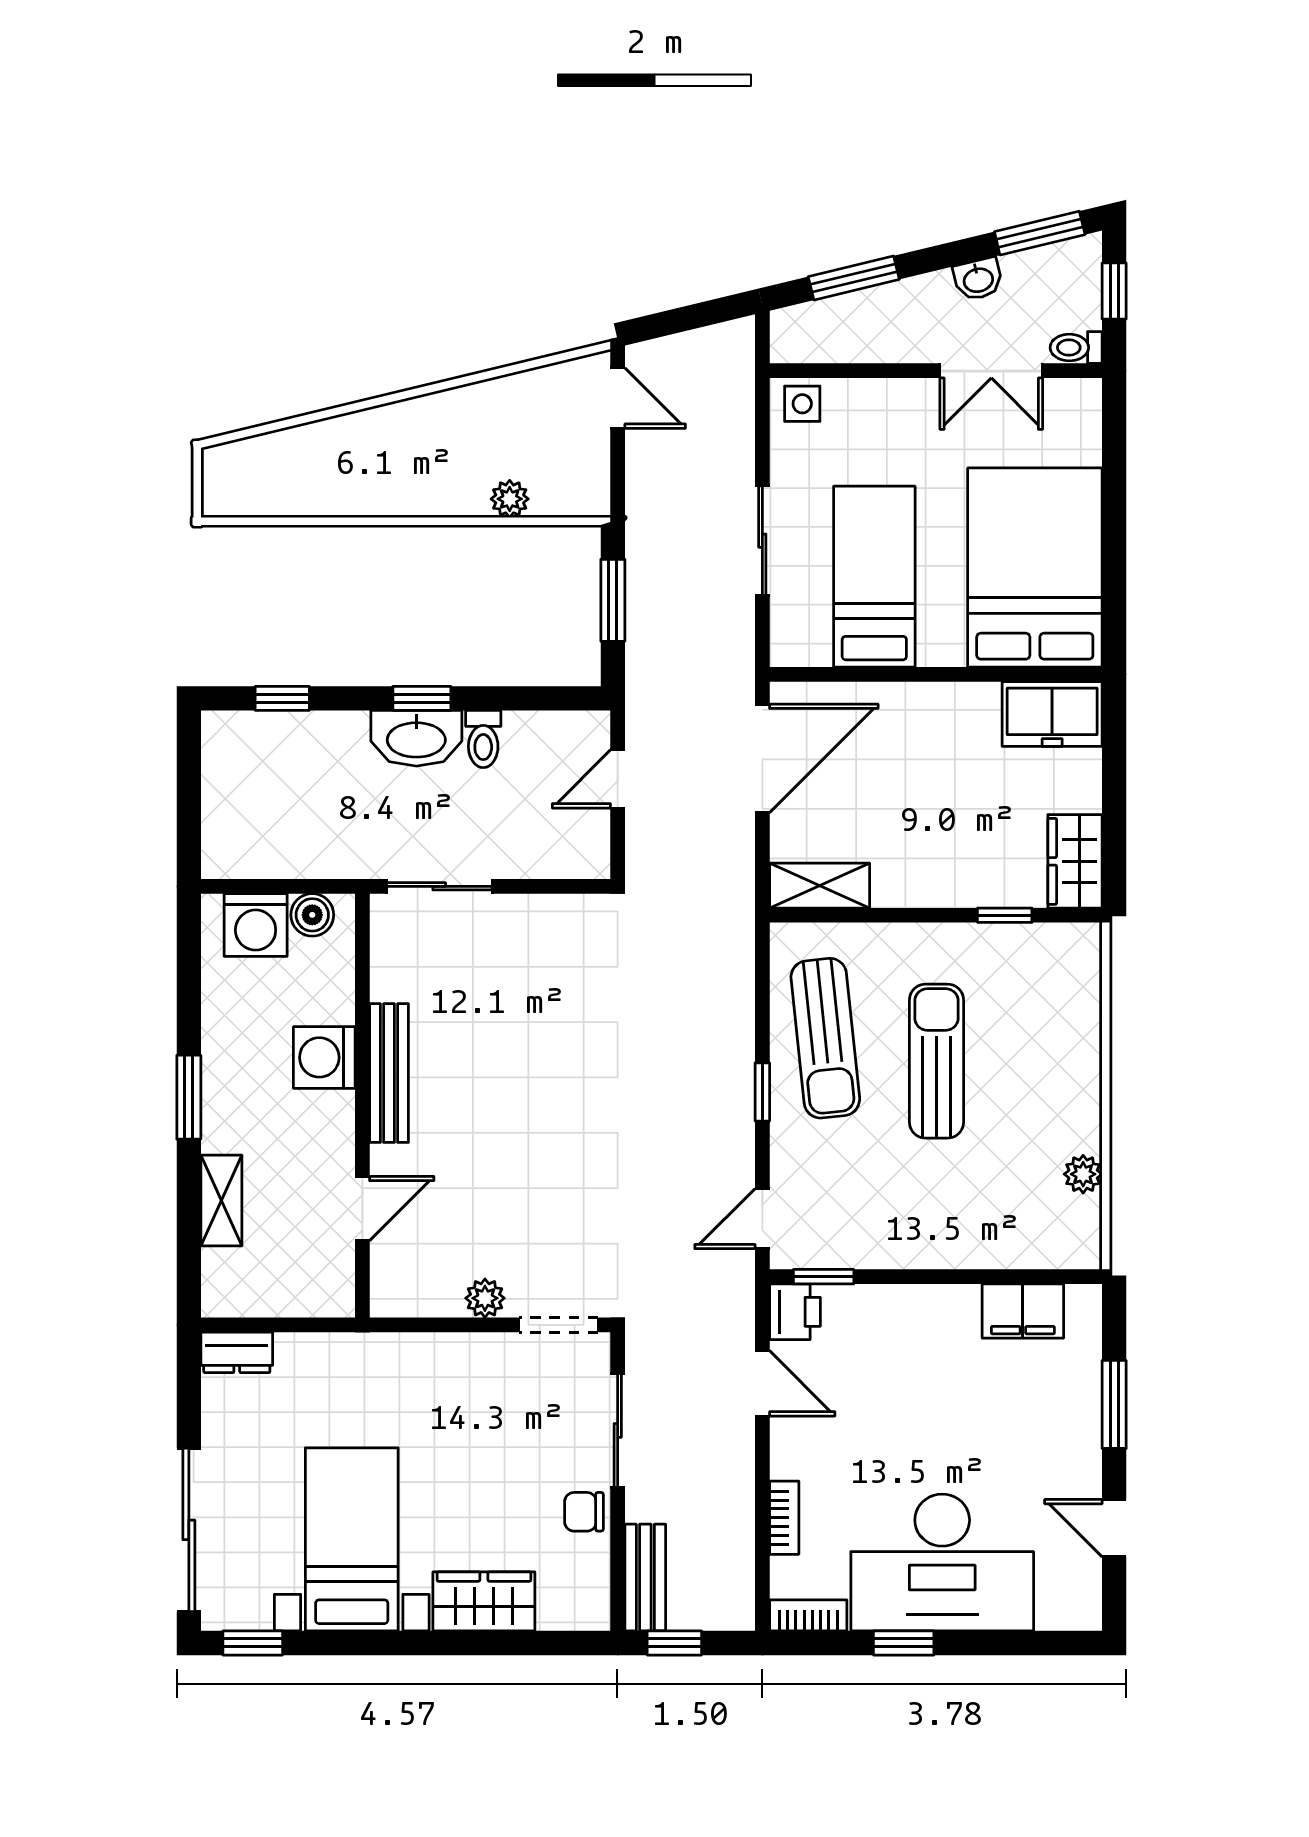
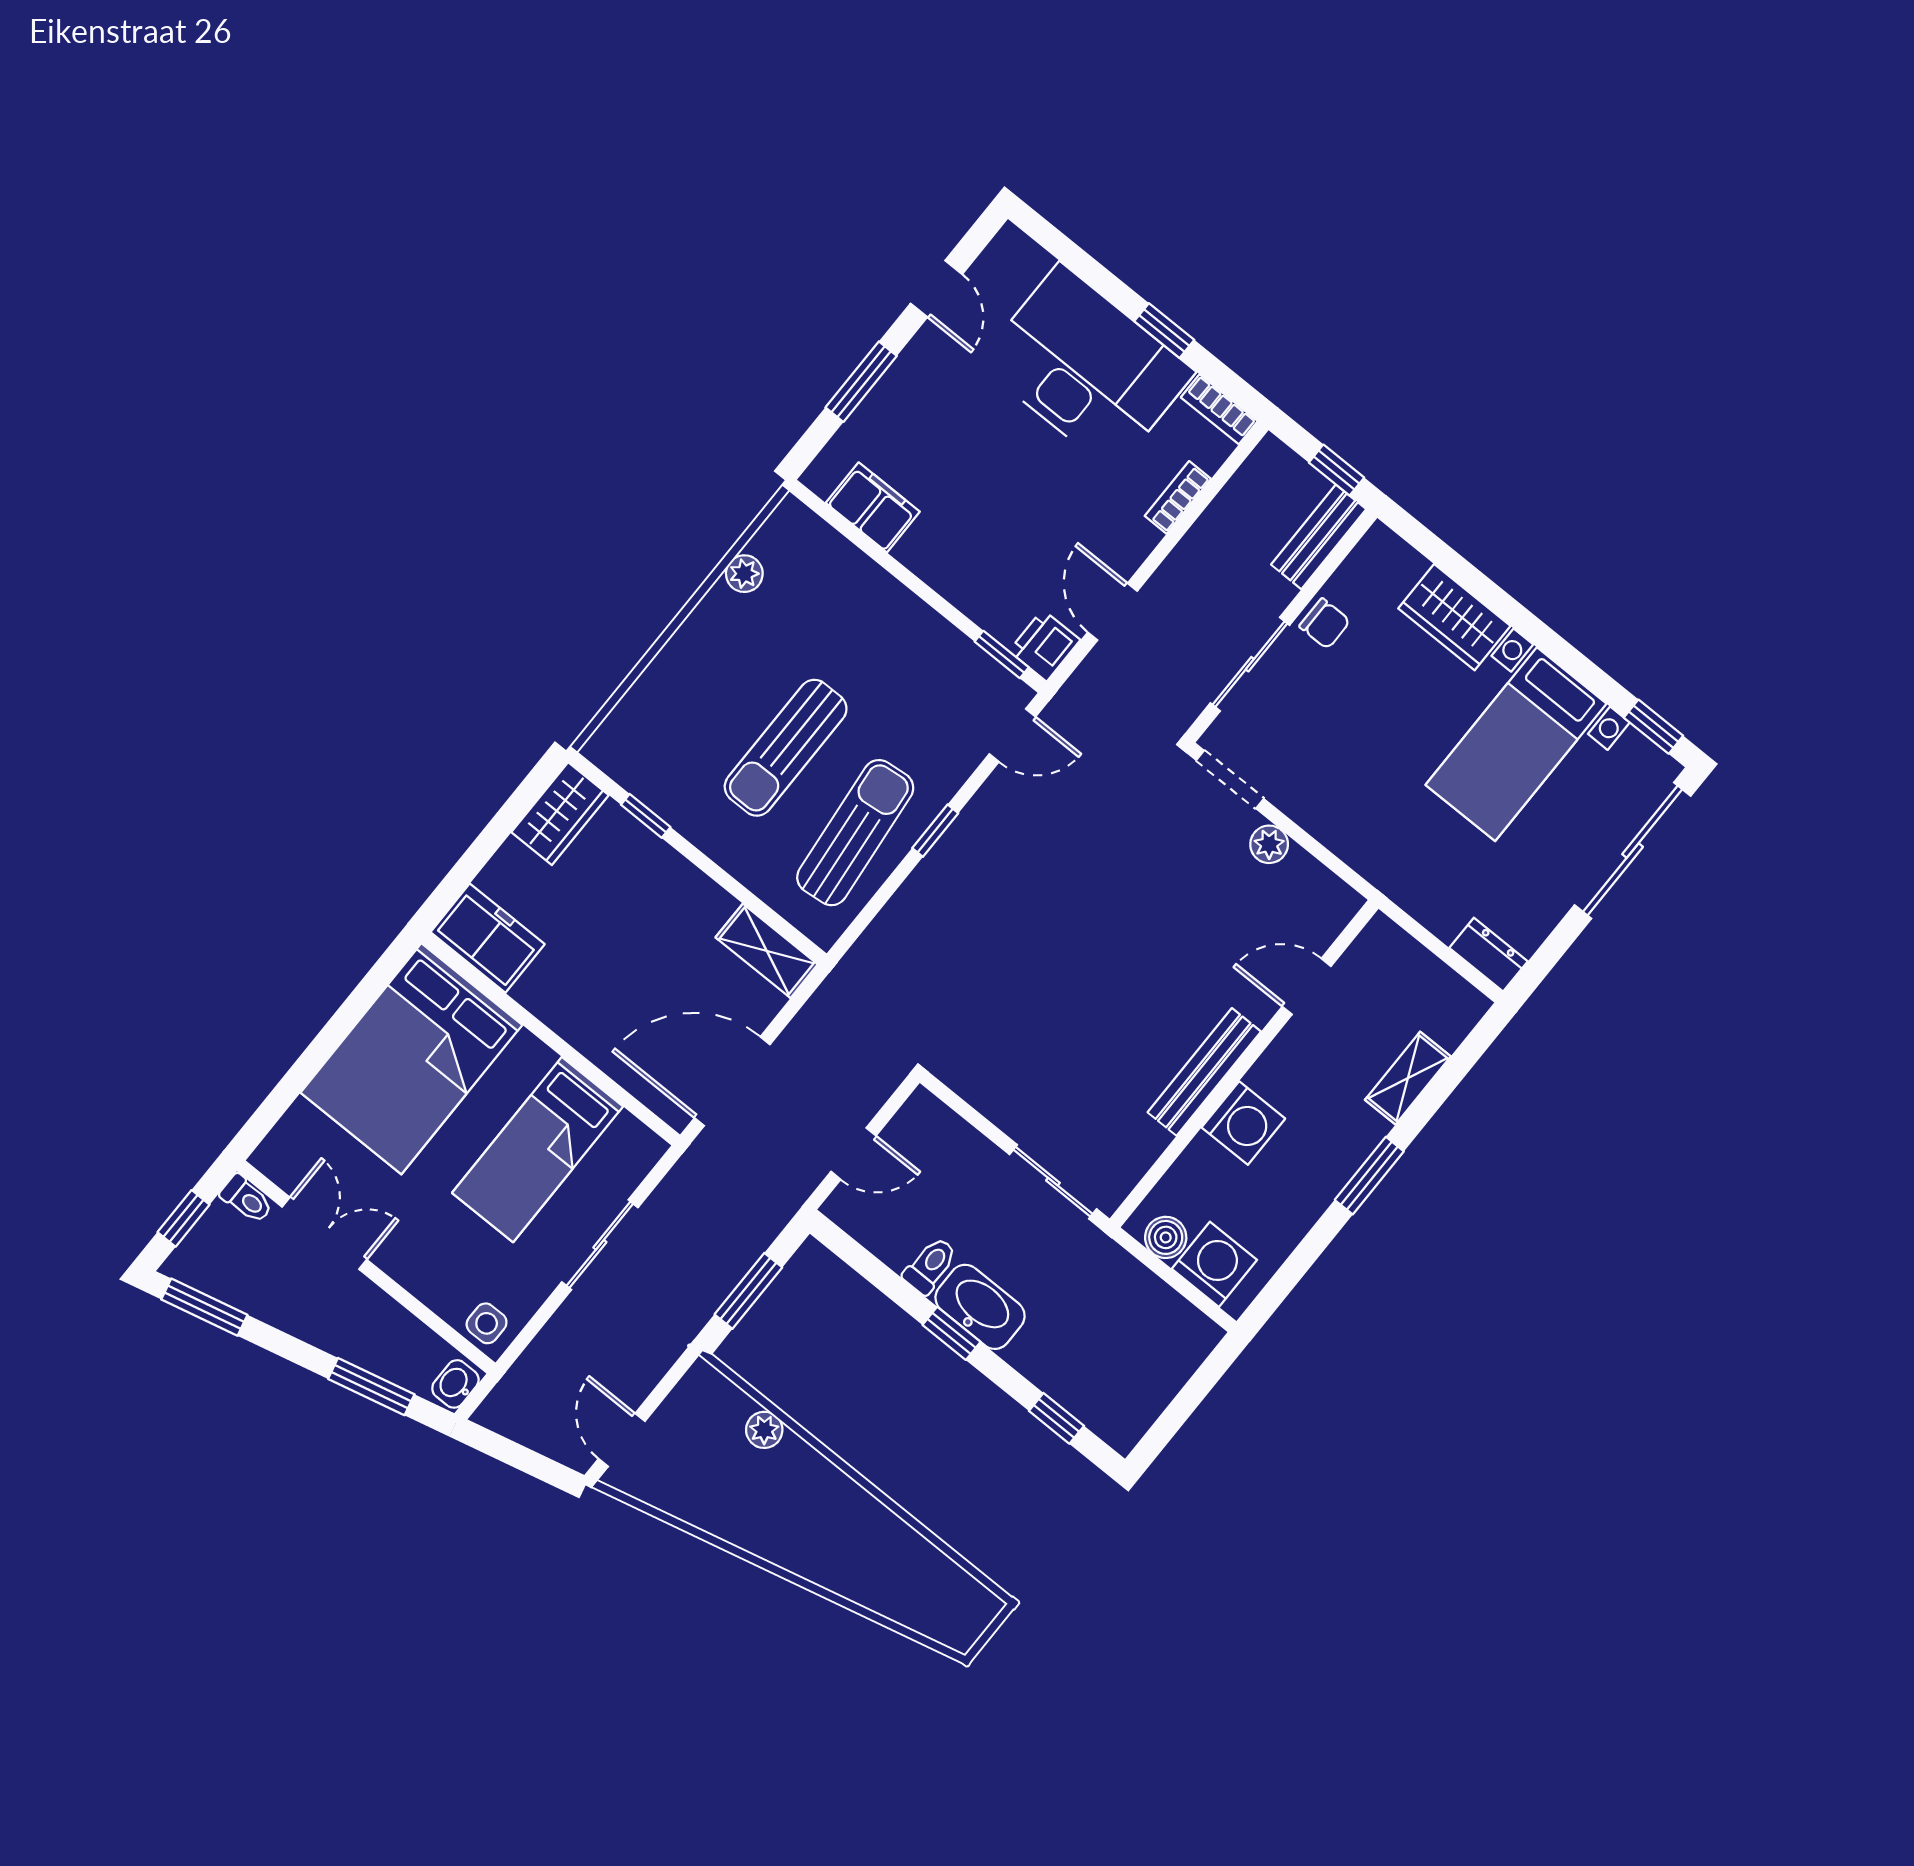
washbasin: (978, 279) -> (455, 1384), moved, turned -76

